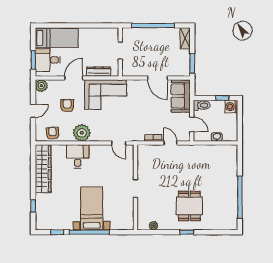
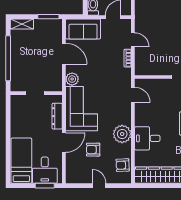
door: (74, 78) -> (64, 143), swing flipped
door: (157, 78) -> (64, 54), hinge flipped
plant: (41, 86) -> (72, 79), moved
door: (119, 143) -> (133, 95), hinge flipped
door: (170, 143) -> (133, 40), swing flipped

